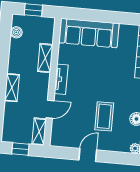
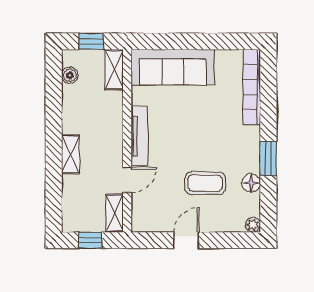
shelving: (45, 58) -> (114, 70), moved
tv unit: (61, 79) -> (139, 136), width x1.41
coffee table: (104, 116) -> (205, 183), turned 90

